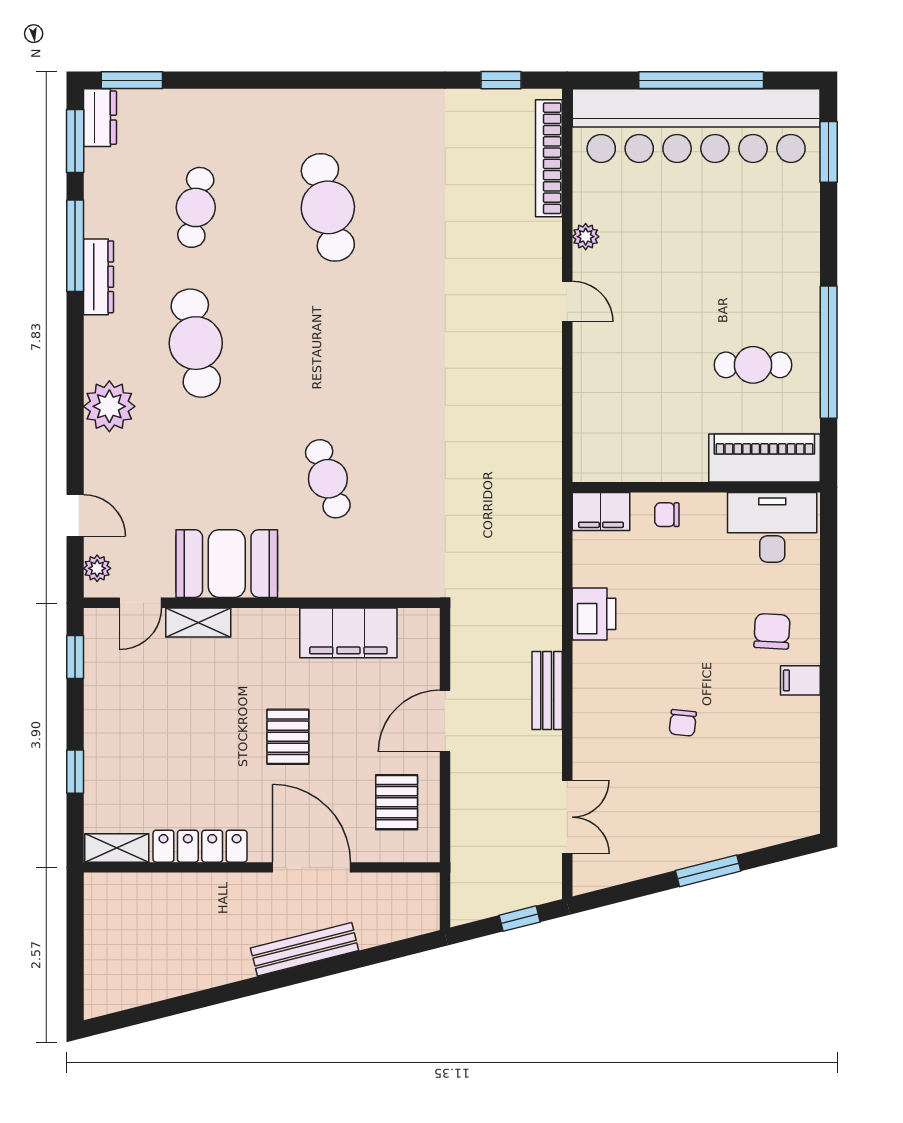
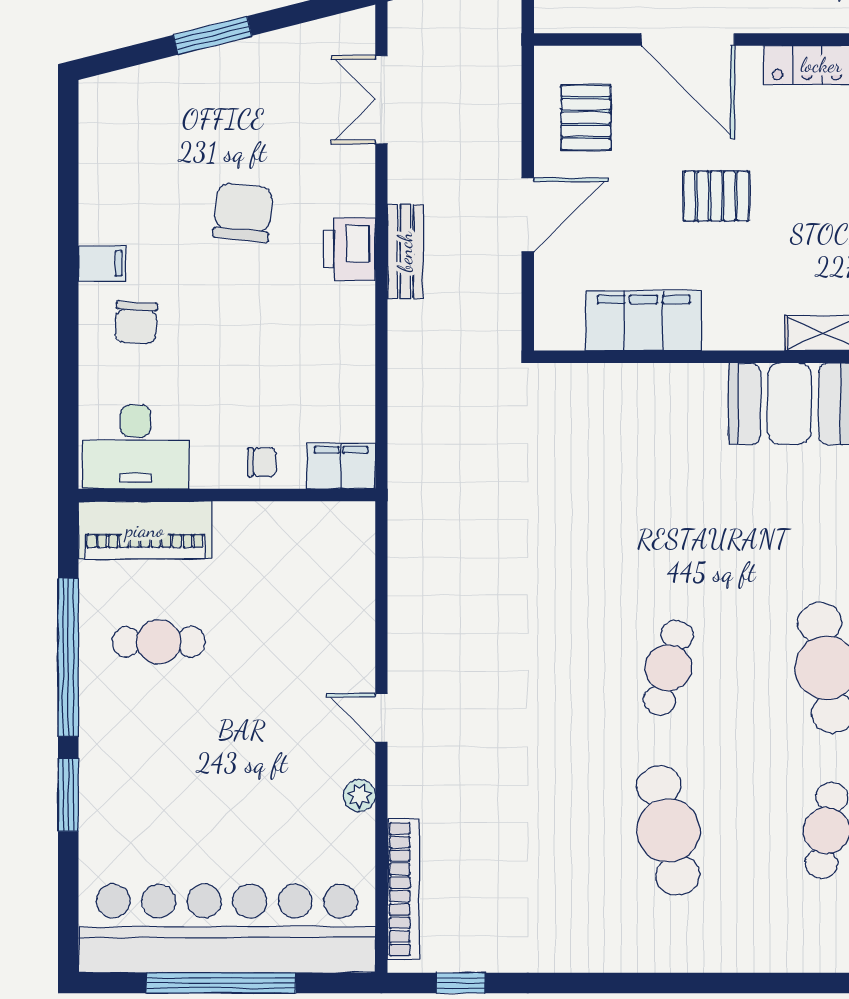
window: (829, 152) -> (68, 795), moved
cafe table: (328, 479) -> (668, 668), moved, turned 33
printer: (594, 614) -> (349, 249), moved
chair: (683, 723) -> (243, 213), width x1.87, depth x1.87
pallet: (288, 737) -> (716, 196), turned 90

